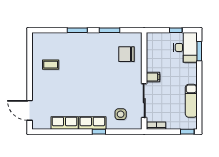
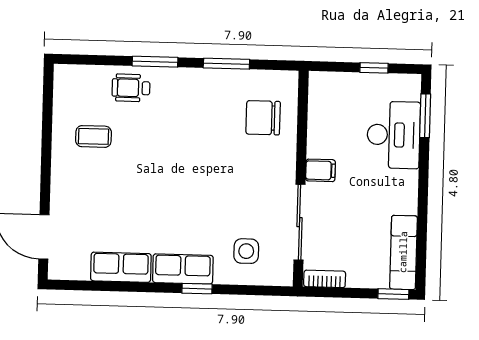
wheelchair: (67, 42) -> (131, 88), added
desk: (185, 47) -> (394, 135), moved
exam couch: (191, 101) -> (403, 252), moved

